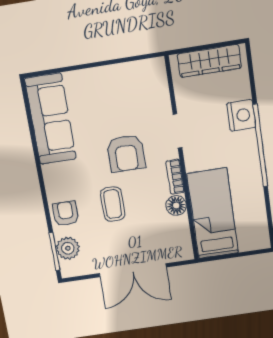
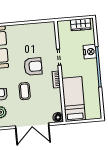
wardrobe: (209, 61) -> (81, 25), width x0.67
armchair: (126, 153) -> (33, 66), turned -90
floor lamp: (176, 205) -> (58, 117), moved

